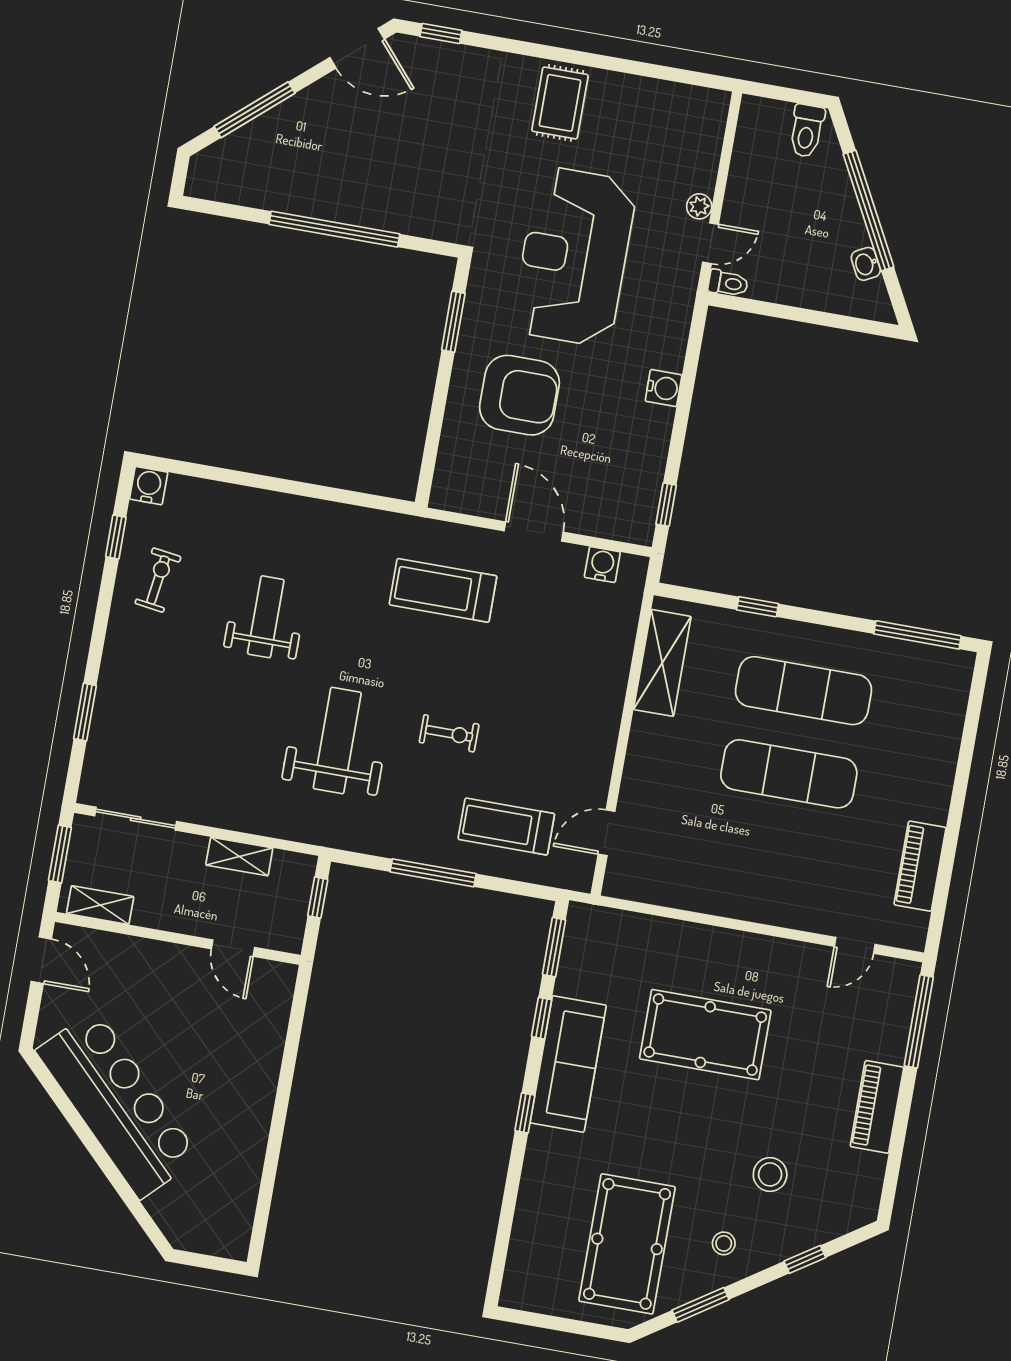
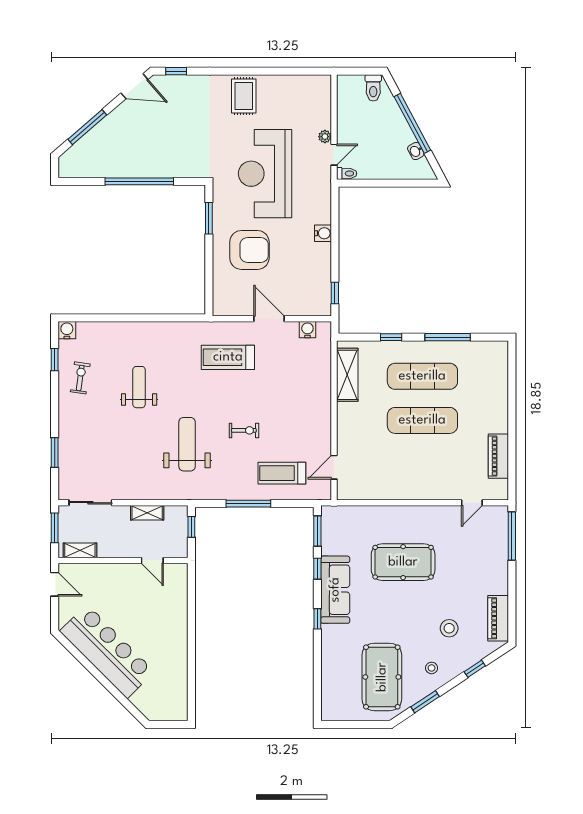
window: (917, 635) -> (448, 337), moved
piano: (877, 1107) -> (498, 618), moved

